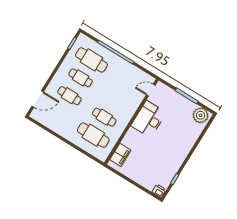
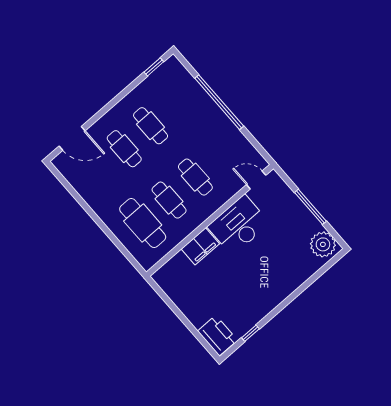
cafe table: (91, 60) -> (195, 177), moved, width x0.73, depth x0.74
filing cabinet: (120, 155) -> (200, 246), moved
printer: (159, 191) -> (217, 336), width x1.87, depth x1.48

